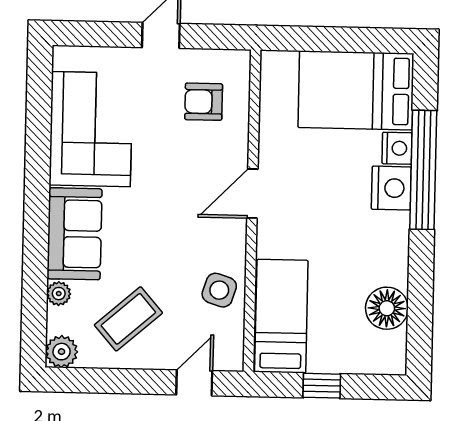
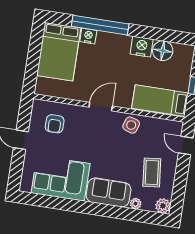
nightstand: (391, 188) -> (142, 47), moved
door: (252, 194) -> (101, 107), swing flipped
side table: (219, 290) -> (131, 125), moved
coffee table: (128, 319) -> (152, 172), turned 35

